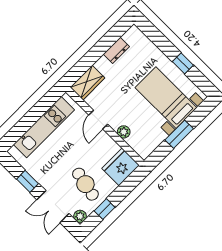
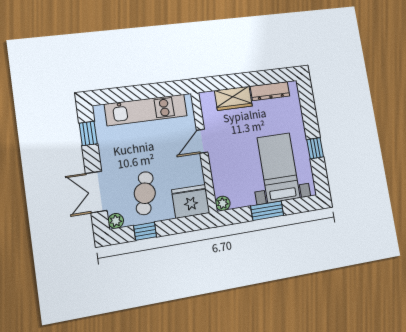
dresser: (116, 50) -> (270, 91), width x1.44
wardrobe: (88, 83) -> (233, 98), moved
plant: (124, 132) -> (223, 203), moved
window: (28, 181) -> (88, 133), moved

